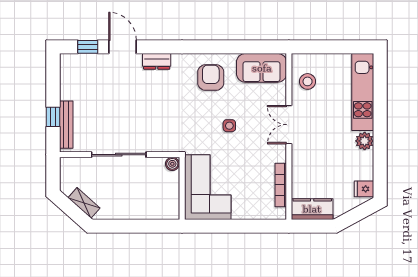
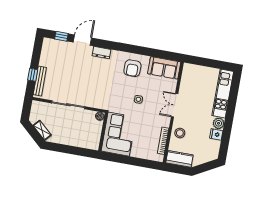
door: (123, 47) -> (82, 40), hinge flipped
armchair: (211, 77) -> (132, 68), turned 180
stool: (308, 81) -> (180, 133), moved
fridge: (364, 189) -> (216, 134), moved

